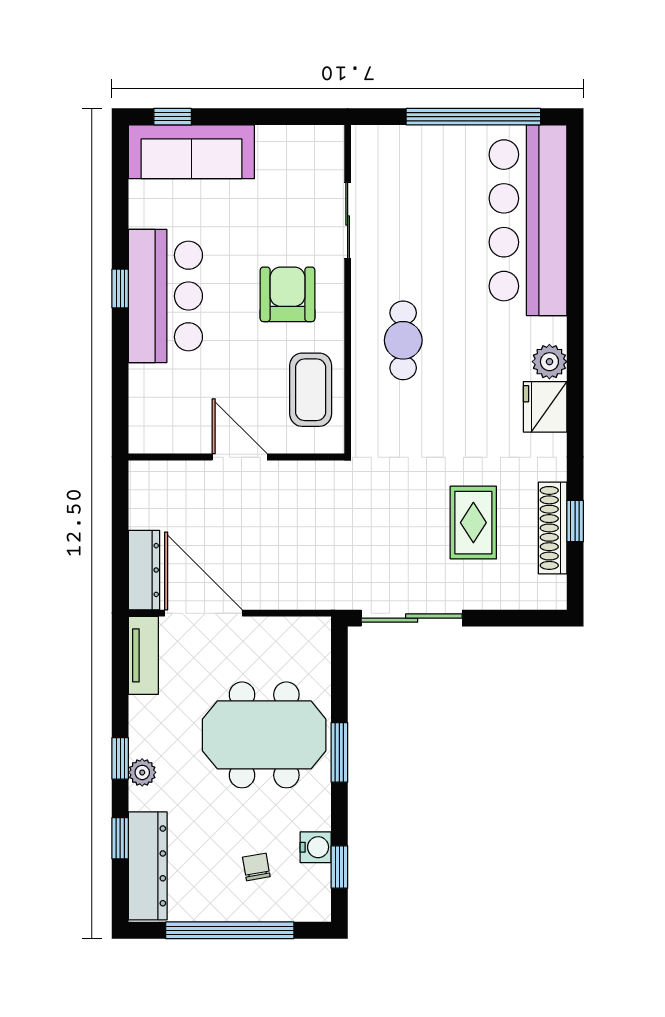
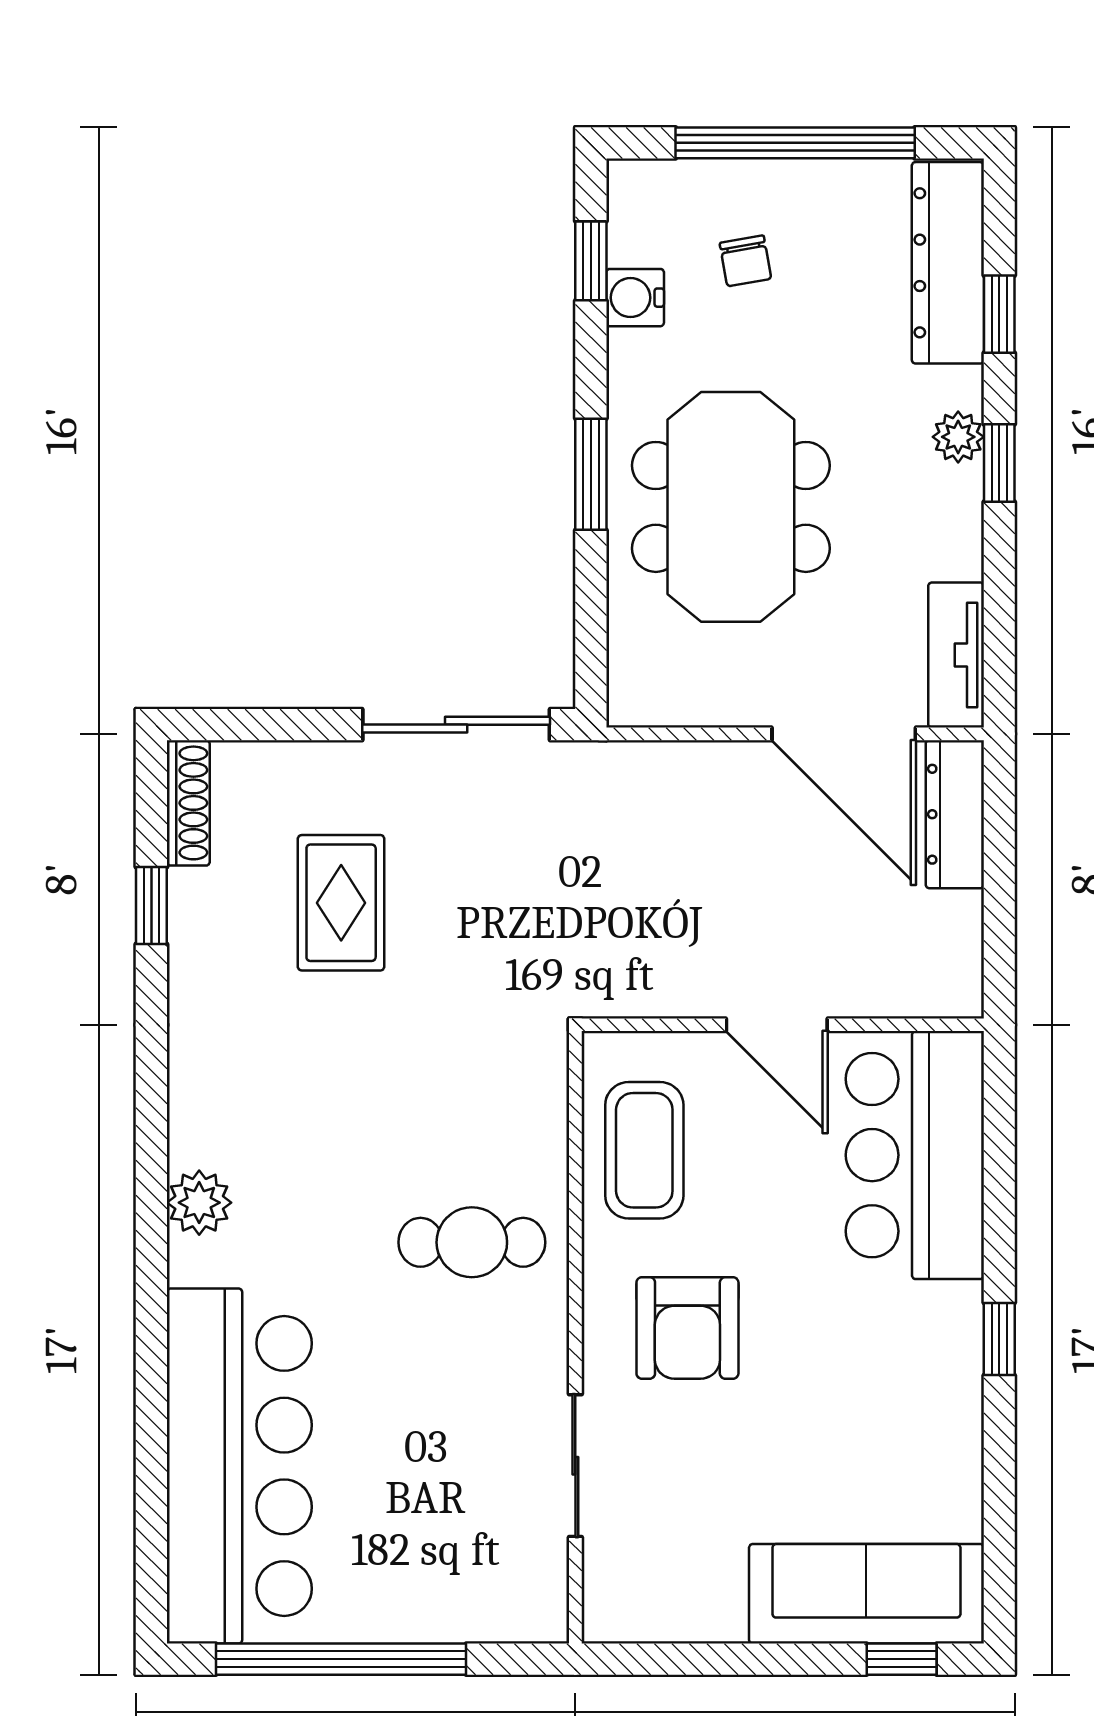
bar counter: (165, 296) -> (915, 1155), moved
cafe table: (403, 340) -> (472, 1242), turned 90
fridge: (545, 407) -> (207, 1118), removed
shoe rack: (553, 528) -> (188, 803), moved, width x0.74, depth x0.81
meeting table: (264, 735) -> (731, 507), turned 90

